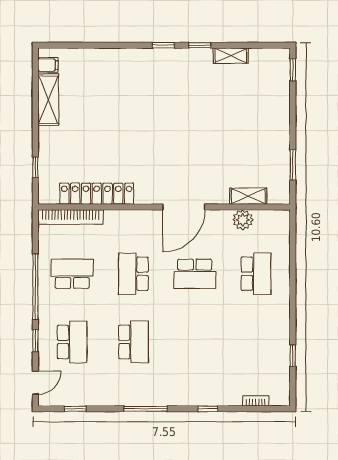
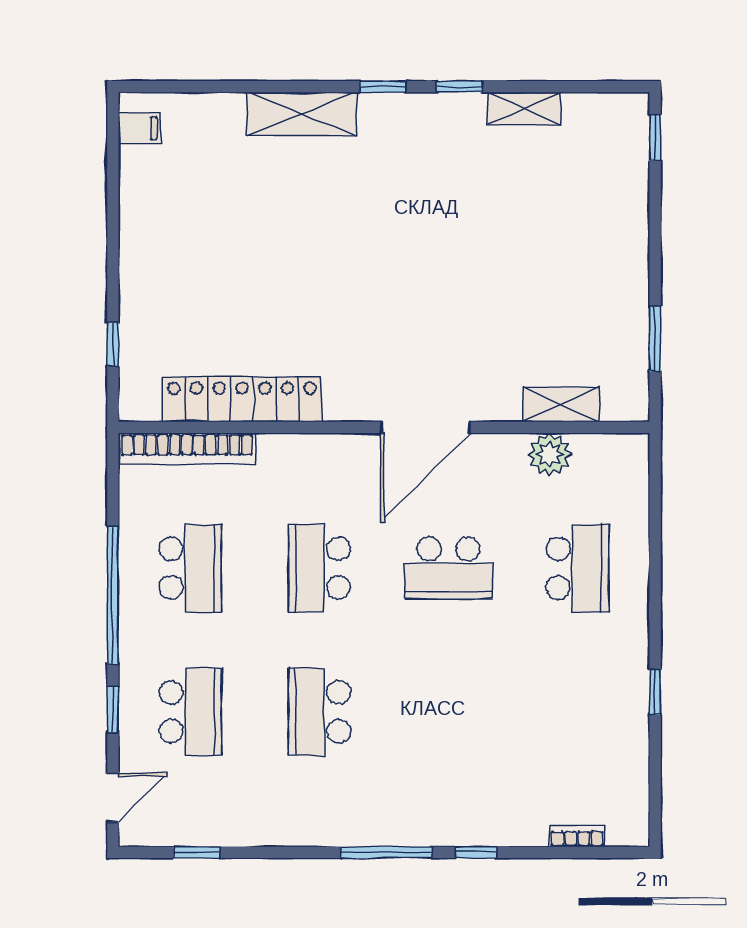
shelving: (48, 100) -> (302, 114), moved, turned 90
school desk: (72, 274) -> (190, 568), turned 90
school desk: (133, 342) -> (319, 712), turned 180
window: (293, 356) -> (655, 692), moved
window: (146, 409) -> (386, 852), moved

